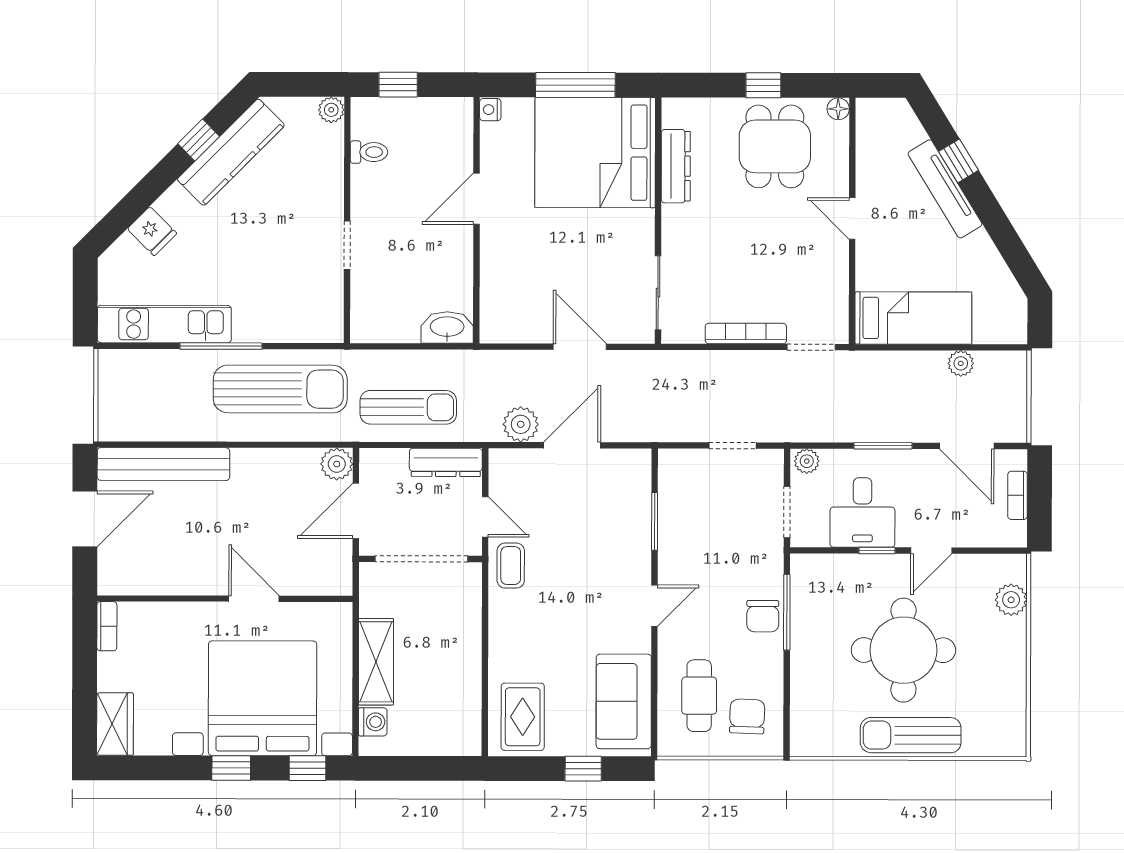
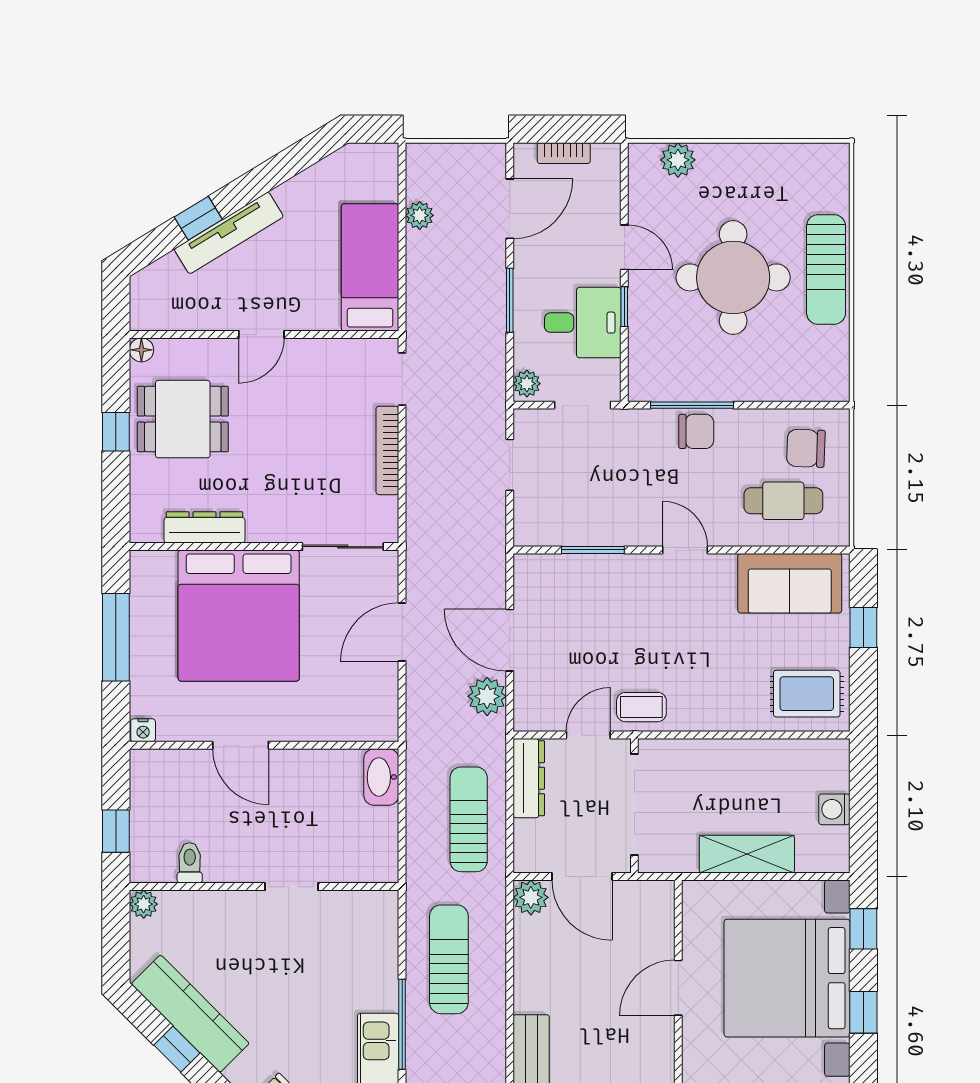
bed: (595, 153) -> (239, 616), moved
sun lounger: (280, 389) -> (449, 959), width x0.73, depth x0.75
washing machine: (373, 722) -> (834, 809), moved, turned -90

